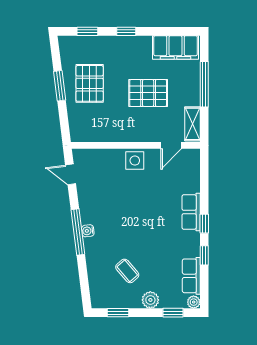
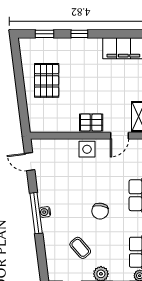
window: (60, 86) -> (20, 82), removed
pallet: (148, 93) -> (91, 123), moved, width x0.67, depth x0.71
chair: (149, 230) -> (100, 211), added

